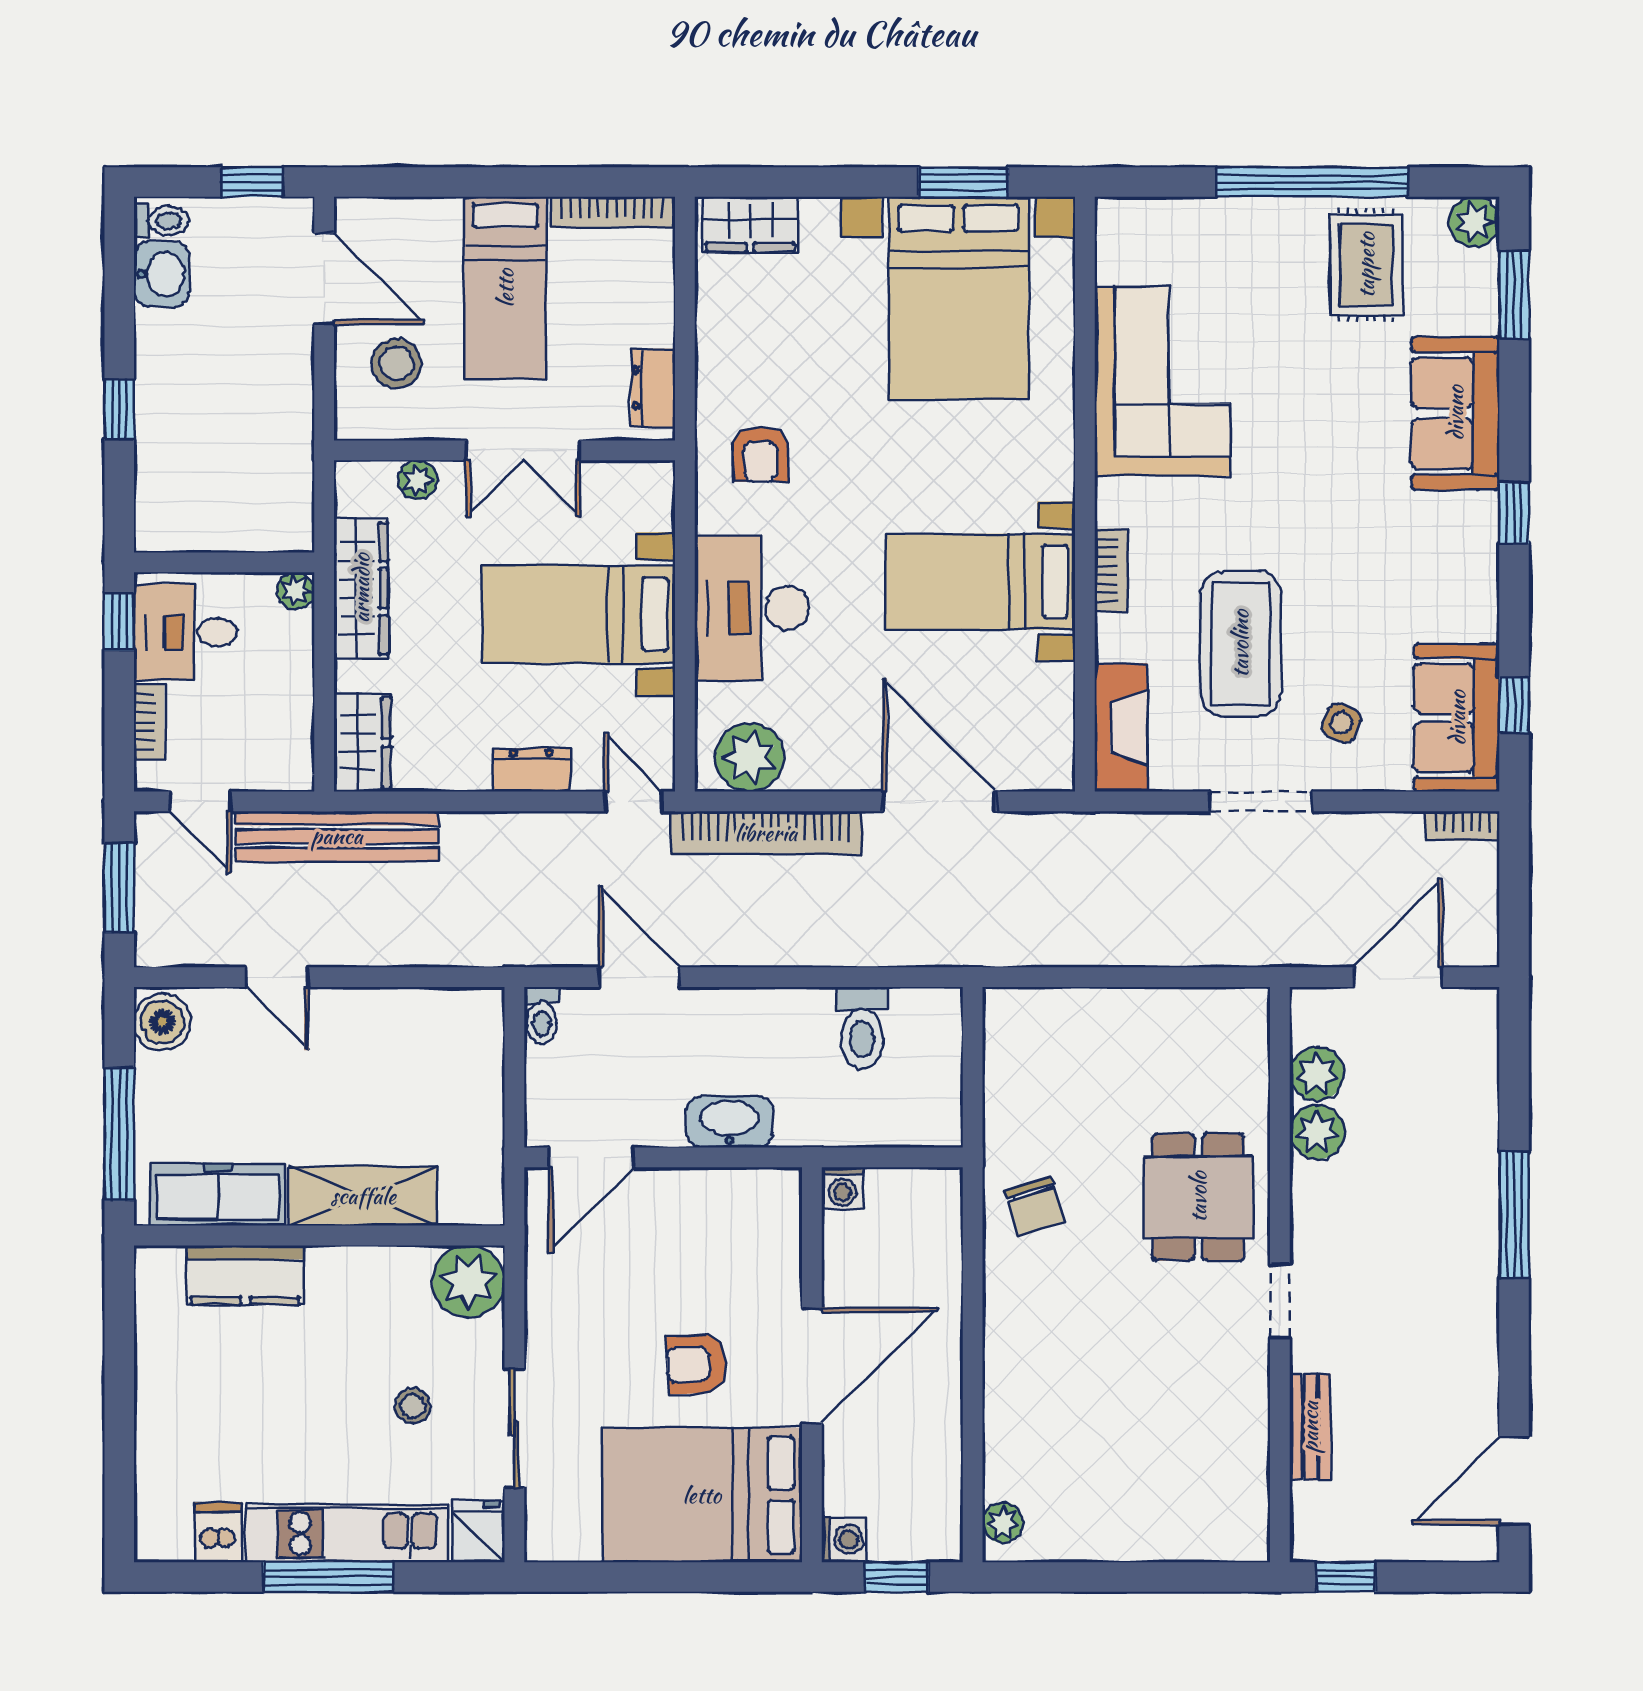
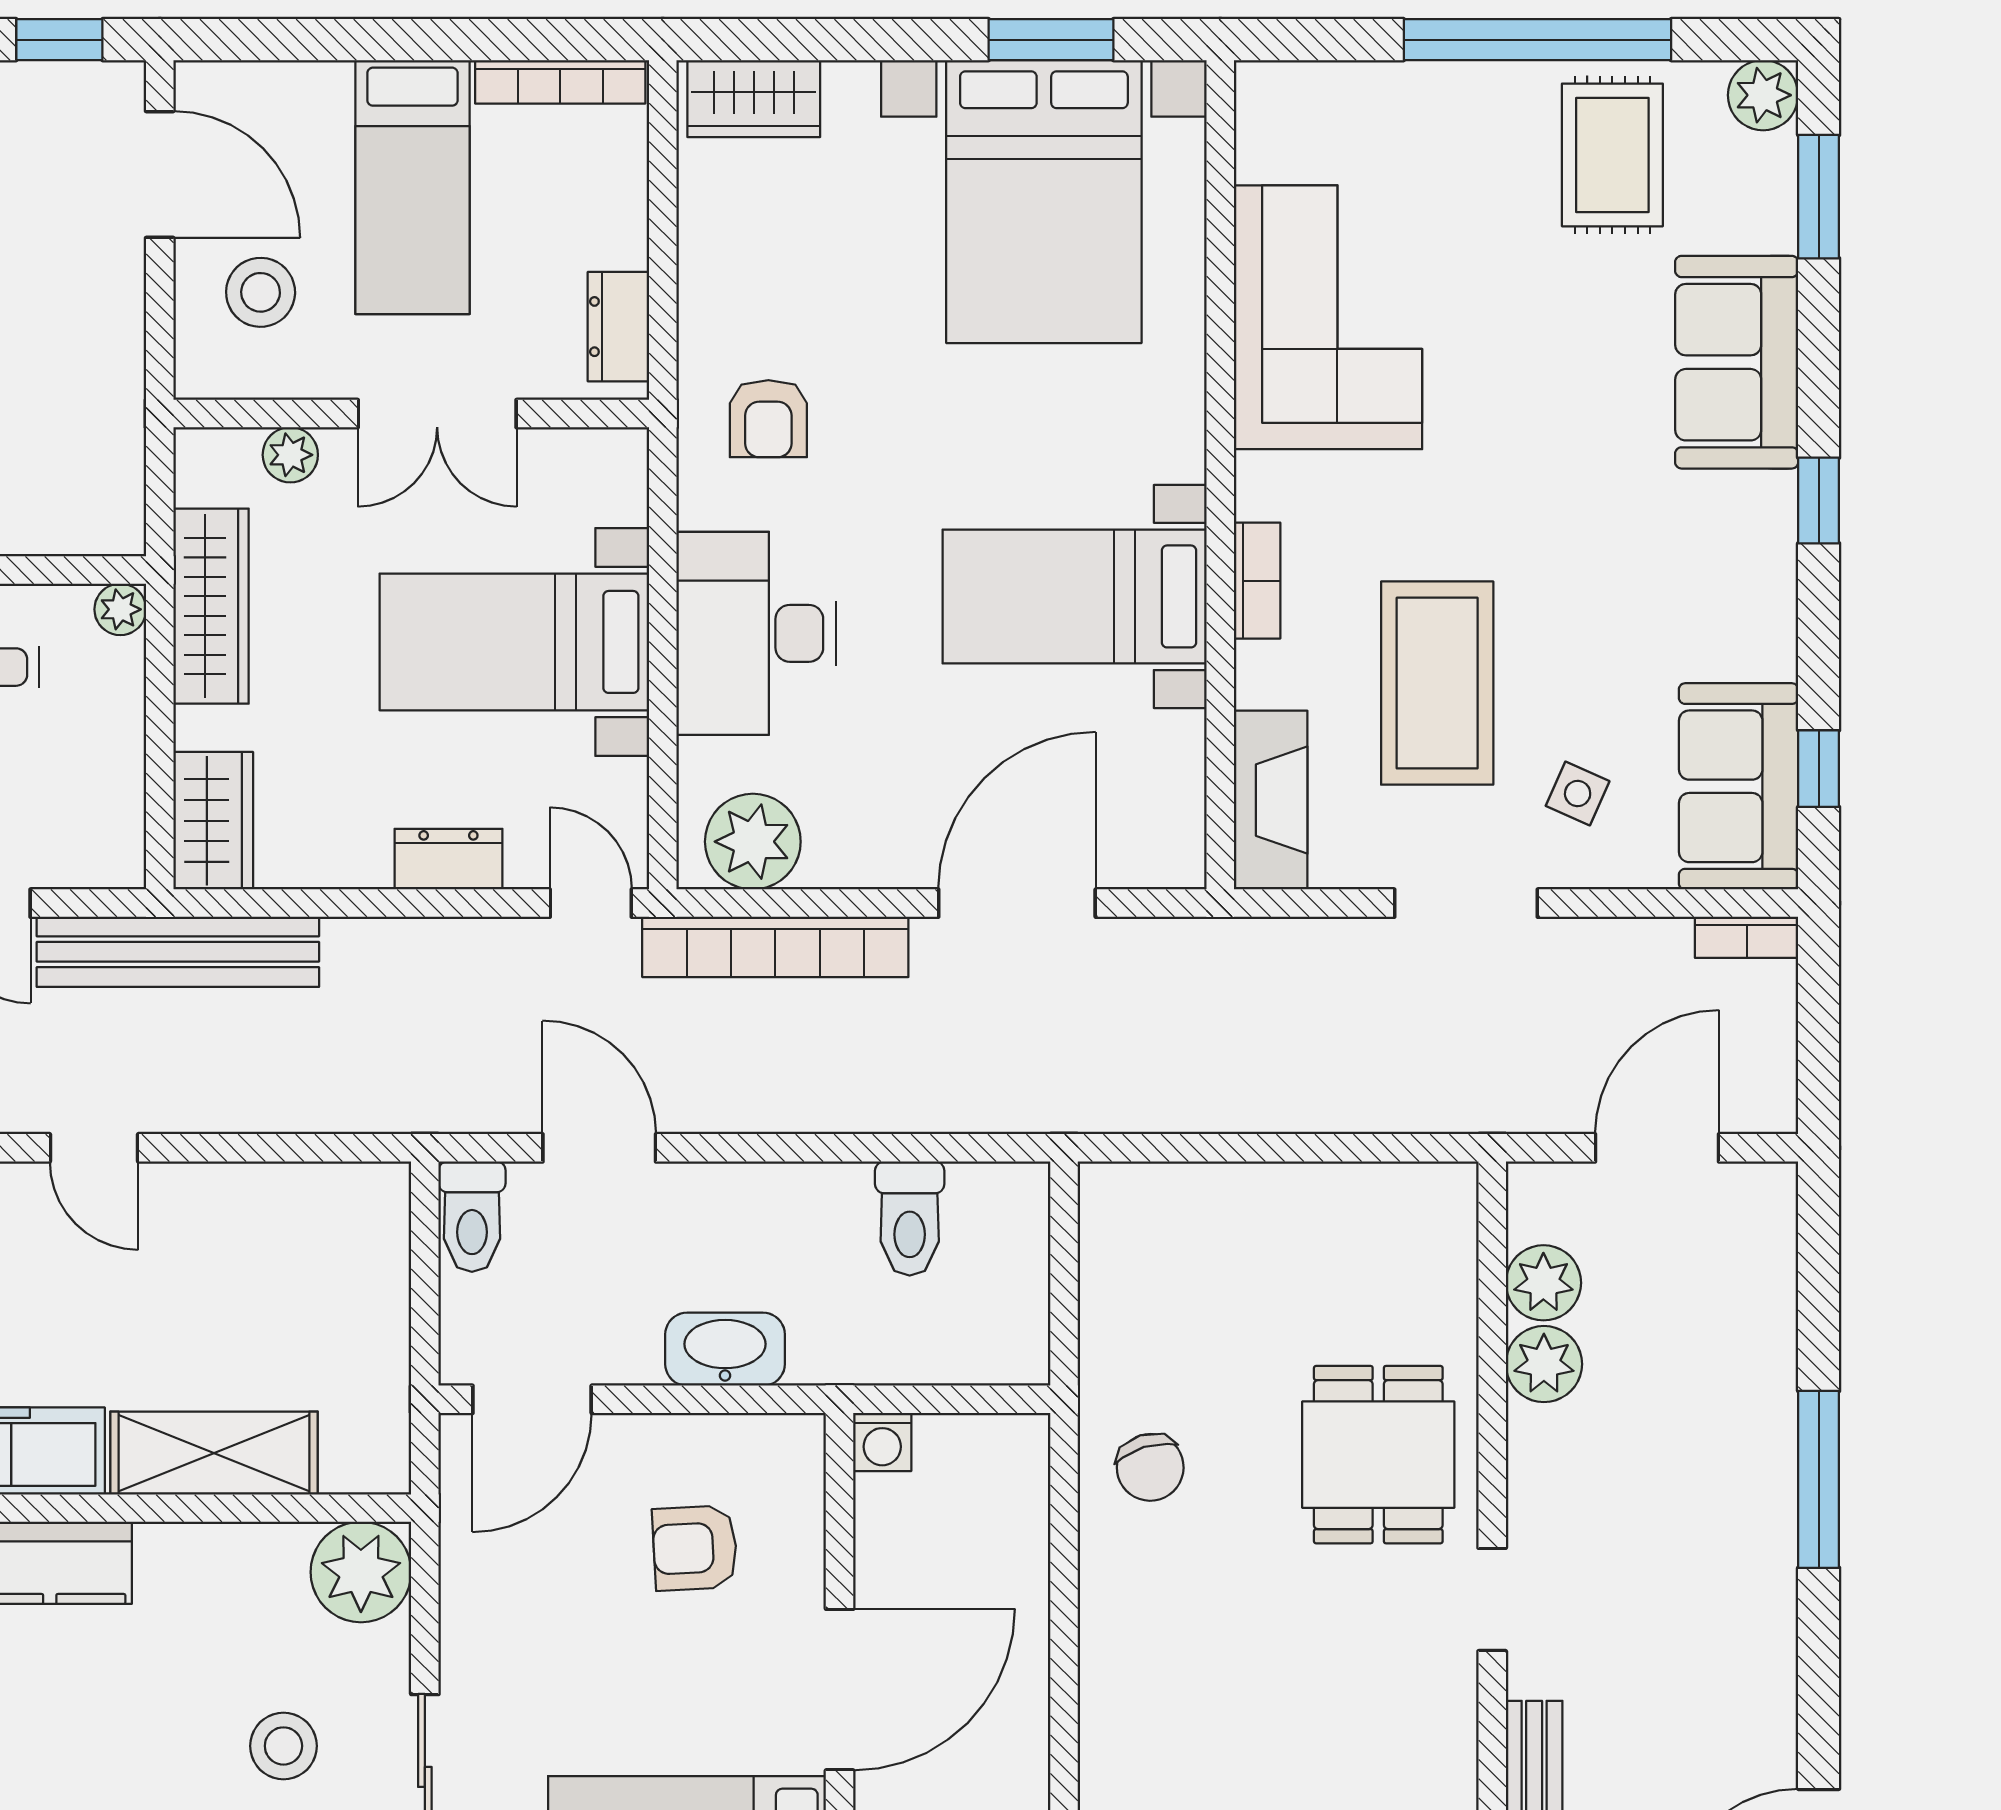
door: (939, 801) -> (1017, 903), hinge flipped
toilet: (542, 1015) -> (472, 1217), width x1.37, depth x1.39
armchair: (697, 1364) -> (695, 1548), moved
stool: (413, 1406) -> (283, 1746), width x1.37, depth x1.37

